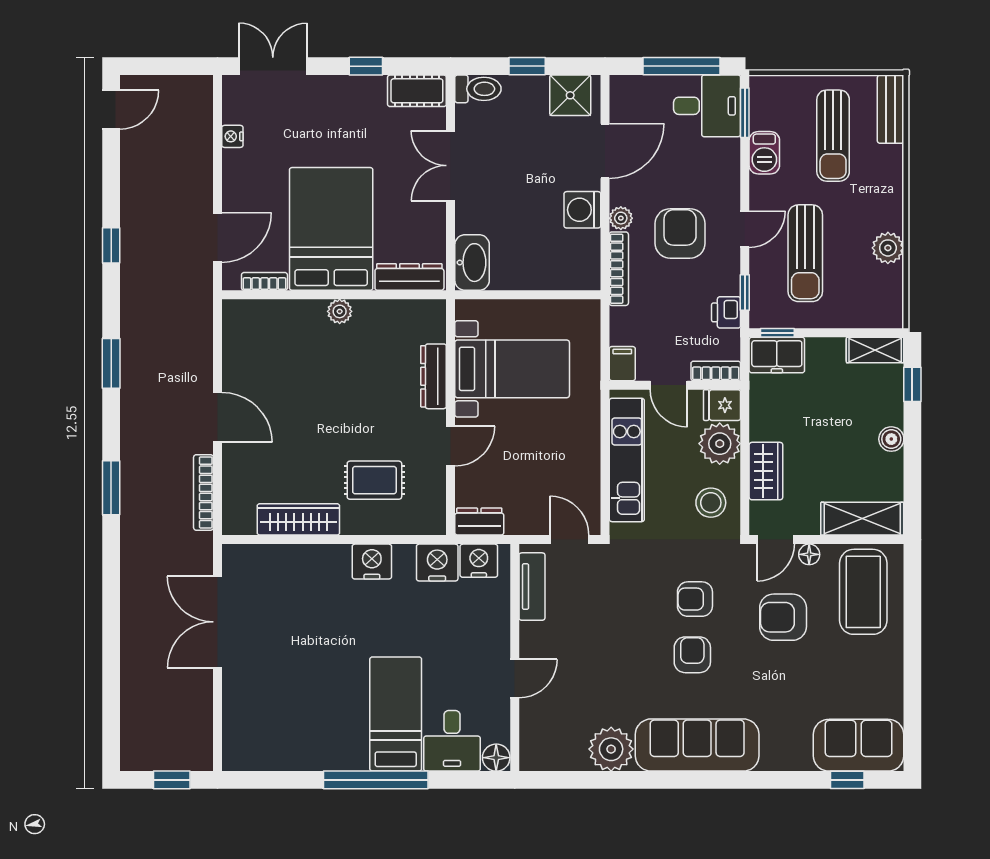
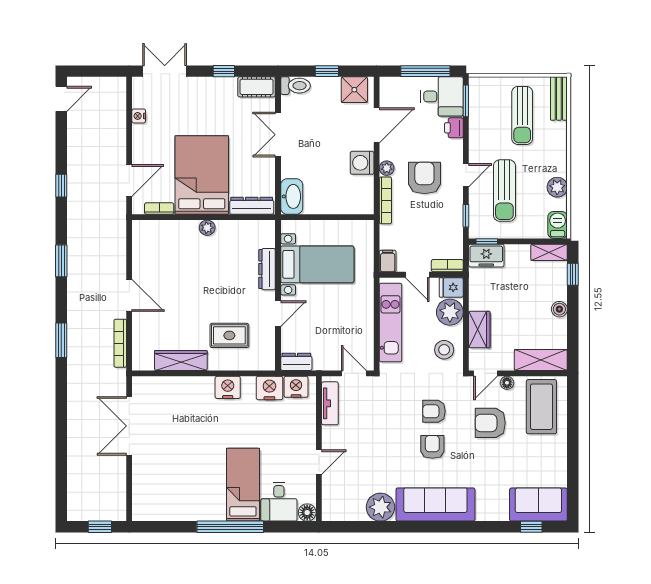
barbecue: (764, 153) -> (558, 225), moved, turned 180
printer: (726, 312) -> (454, 128), moved

